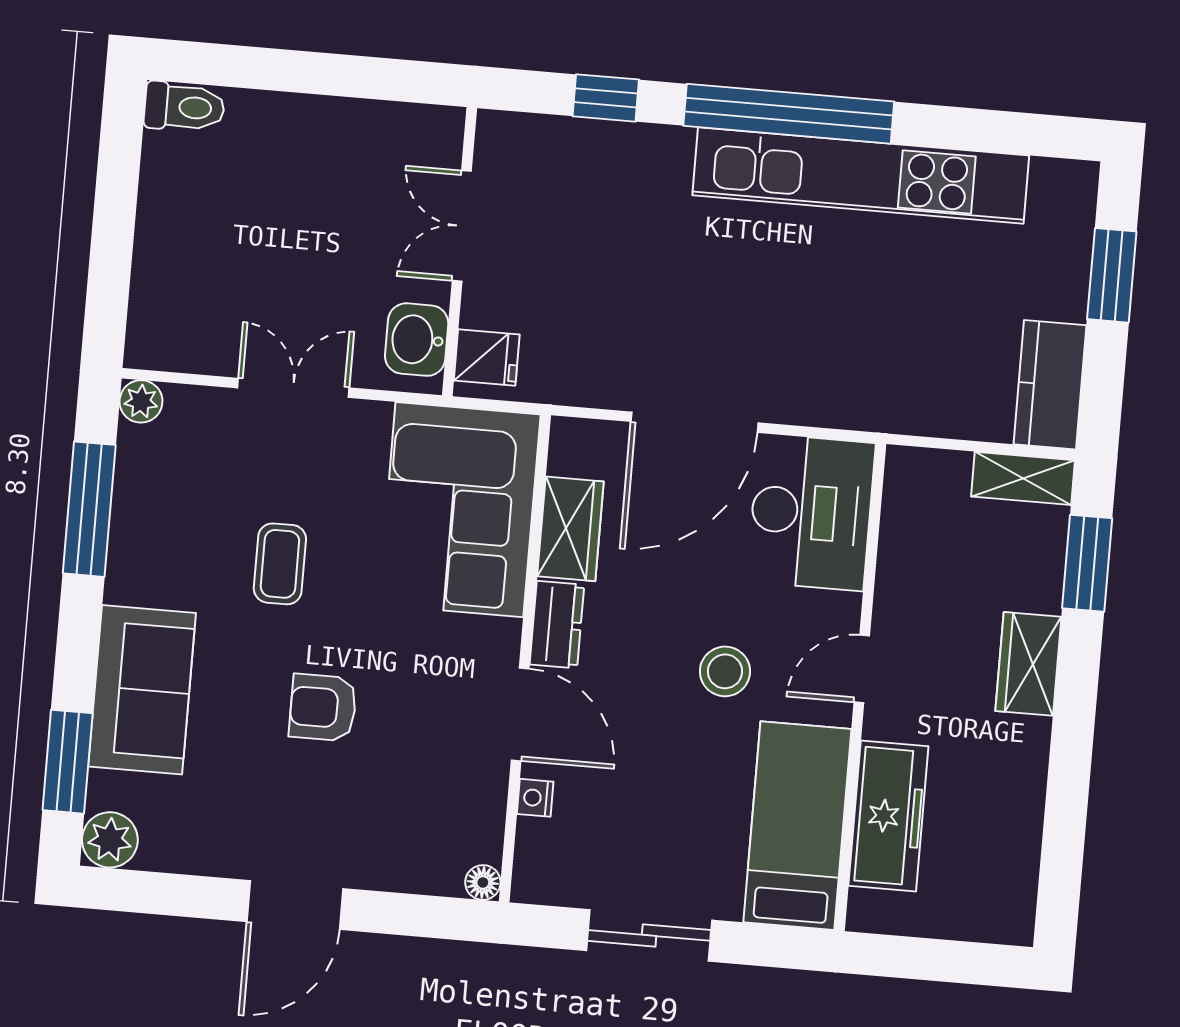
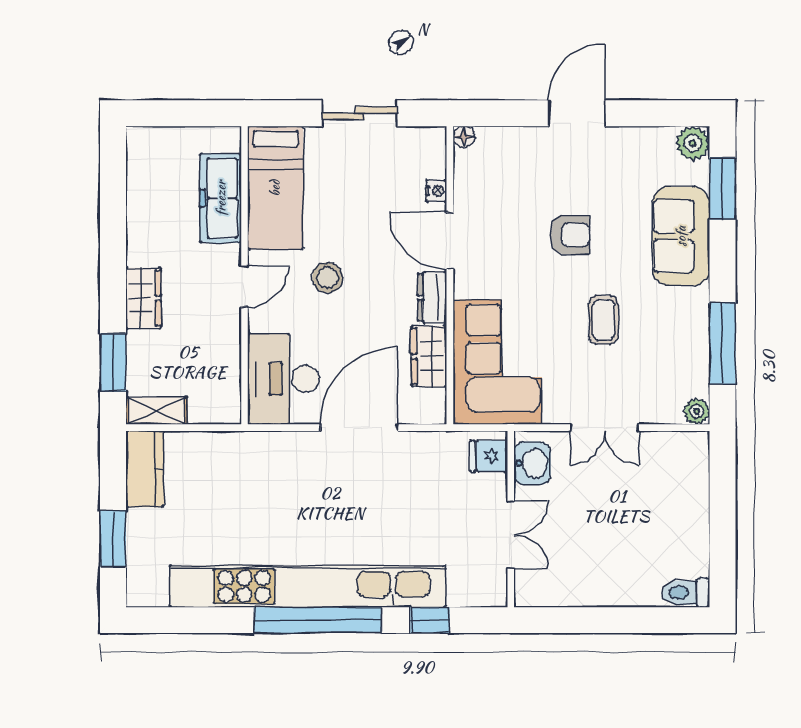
kitchen unit: (861, 175) -> (308, 586), width x1.36

